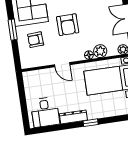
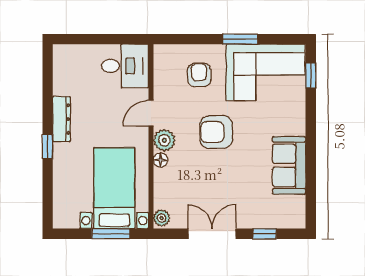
window: (13, 30) -> (240, 39), moved
plant: (100, 51) -> (164, 140), moved
desk: (45, 112) -> (125, 66), moved, turned 180

